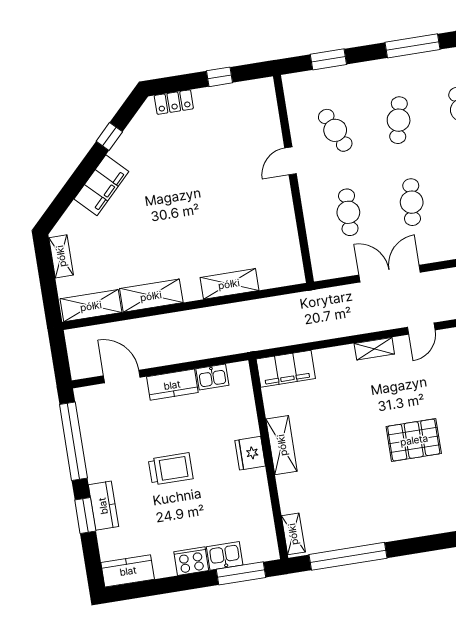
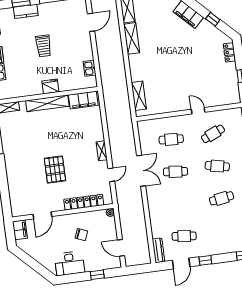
double door: (390, 274) -> (141, 171), moved
shelving: (229, 284) -> (139, 96), moved
door: (421, 329) -> (111, 175), swing flipped
filing cabinet: (286, 369) -> (83, 100), moved, turned -90
kitchen counter: (172, 385) -> (86, 48), removed
shelving: (282, 445) -> (47, 103), width x1.47

